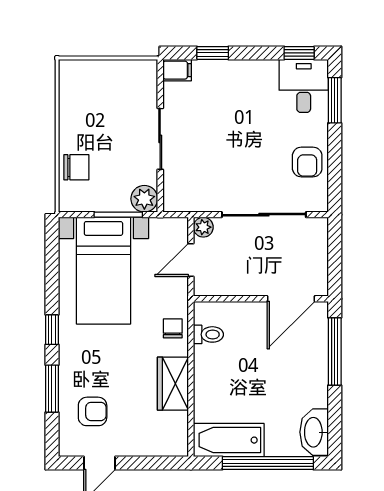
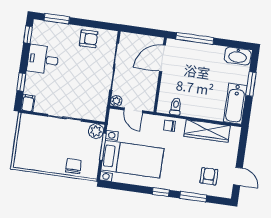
desk: (304, 86) -> (43, 60), moved
door: (291, 299) -> (162, 58), swing flipped
wardrobe: (173, 384) -> (207, 131), width x1.50
window: (268, 463) -> (251, 84), width x0.47

